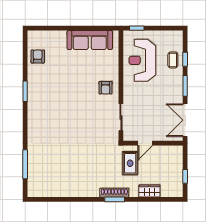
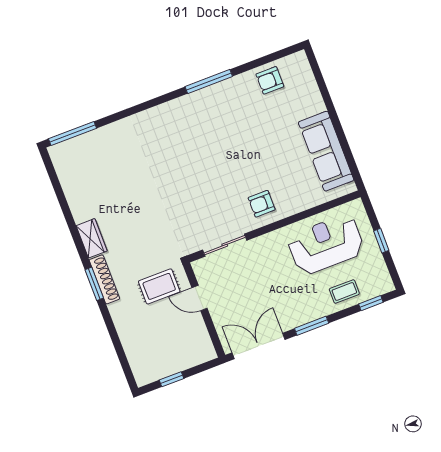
window: (137, 28) -> (381, 241), moved
armchair: (38, 57) -> (270, 80), turned 180
window: (185, 59) -> (371, 303), moved
window: (25, 91) -> (209, 81), width x1.44
window: (25, 164) -> (73, 133), moved
wardrobe: (149, 191) -> (92, 238), moved

